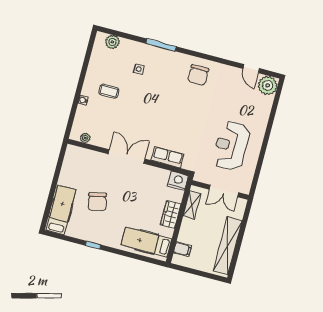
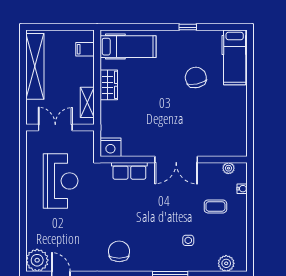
plant: (85, 138) -> (228, 168), moved
double door: (126, 156) -> (176, 159), moved
wall: (129, 157) -> (174, 159), moved
row of seats: (168, 157) -> (129, 171), moved
nightstand: (178, 181) -> (110, 147), moved

